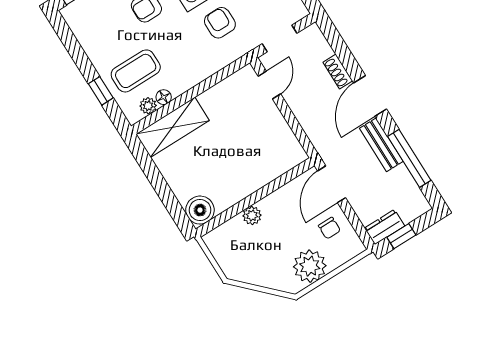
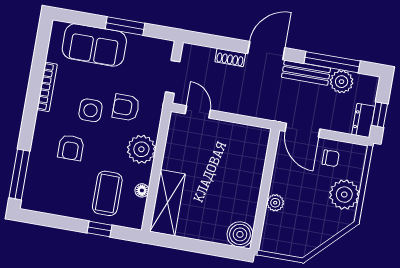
door: (370, 96) -> (266, 51), swing flipped
plant: (148, 106) -> (141, 149), moved, width x1.88, depth x1.88
plant: (400, 180) -> (342, 82), added

